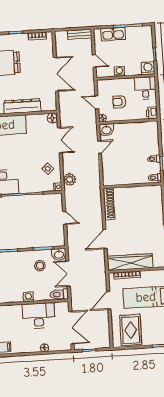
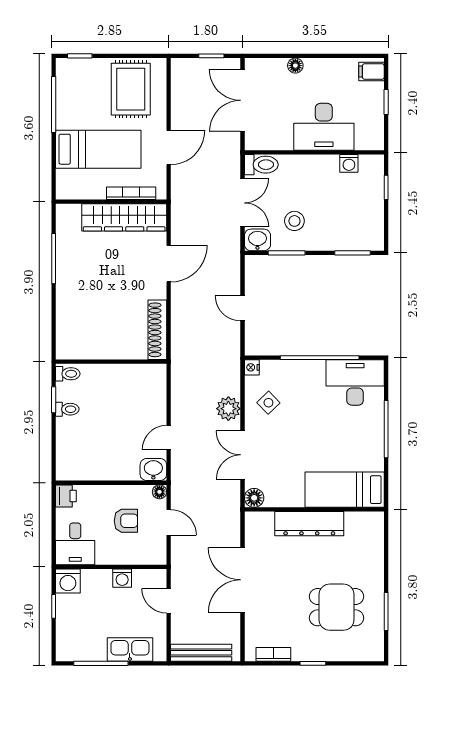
bench: (80, 34) -> (201, 653), width x1.36
plant: (70, 179) -> (228, 409), moved
washing machine: (28, 297) -> (349, 163), moved
desk: (39, 316) -> (324, 127), moved

